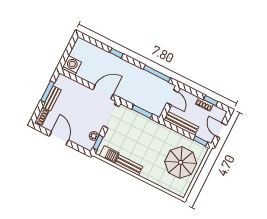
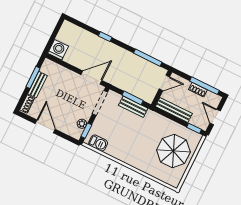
door: (172, 98) -> (164, 83), hinge flipped
window: (211, 101) -> (205, 86), width x2.17
bench: (129, 165) -> (133, 107), moved

